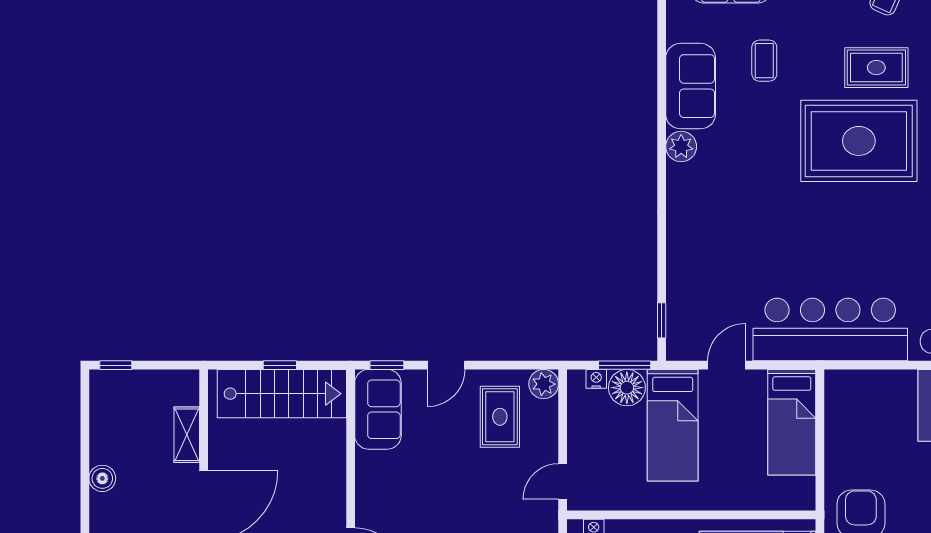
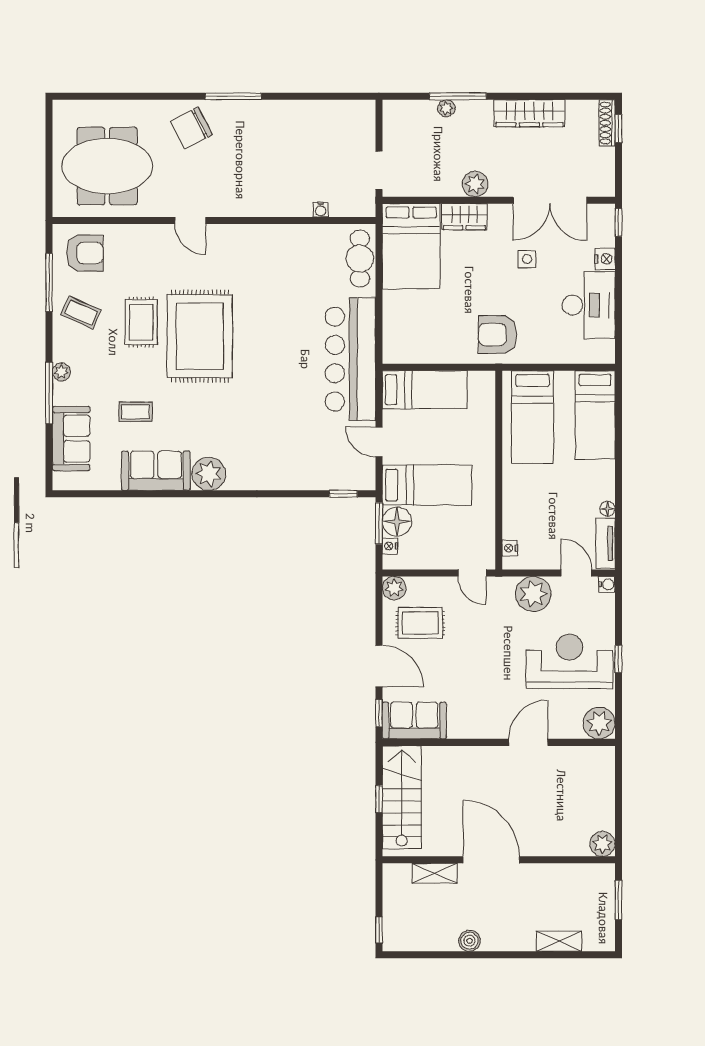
plant: (681, 147) -> (209, 474), width x1.36, depth x1.36
door: (446, 365) -> (379, 666), width x1.38

